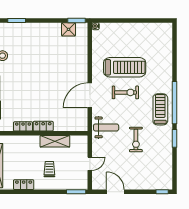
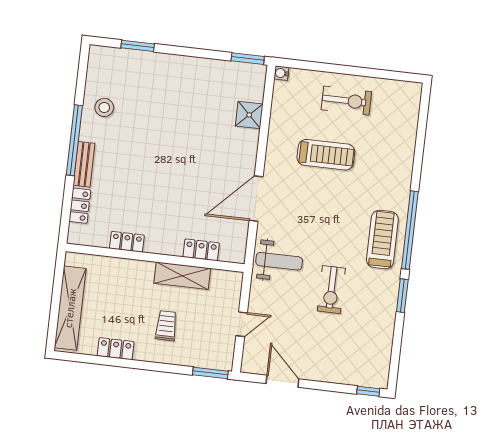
shower: (69, 29) -> (249, 115), moved
treadmill: (125, 67) -> (326, 155), width x0.73, depth x0.73
exercise bike: (125, 92) -> (346, 101), moved
locker: (43, 126) -> (201, 250), moved

